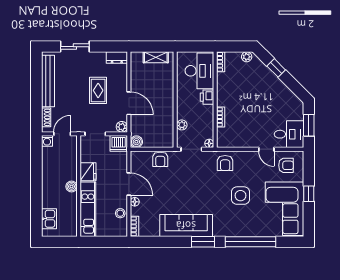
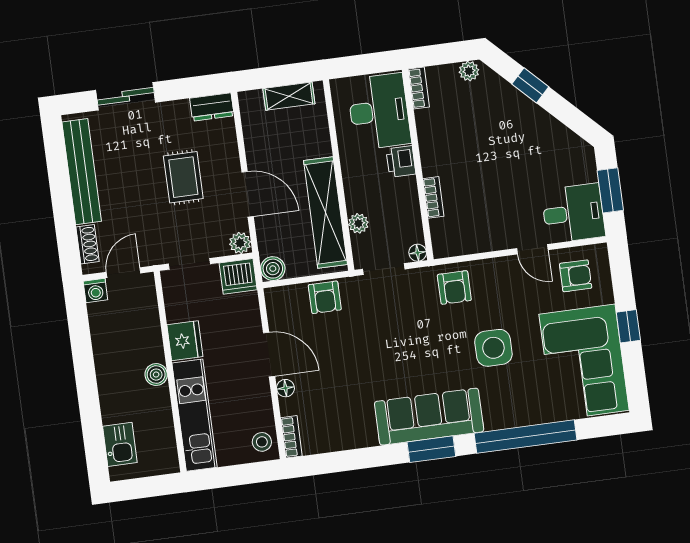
shelving: (166, 117) -> (325, 213), added
stool: (120, 213) -> (262, 442), moved
sofa: (186, 225) -> (429, 417), moved

